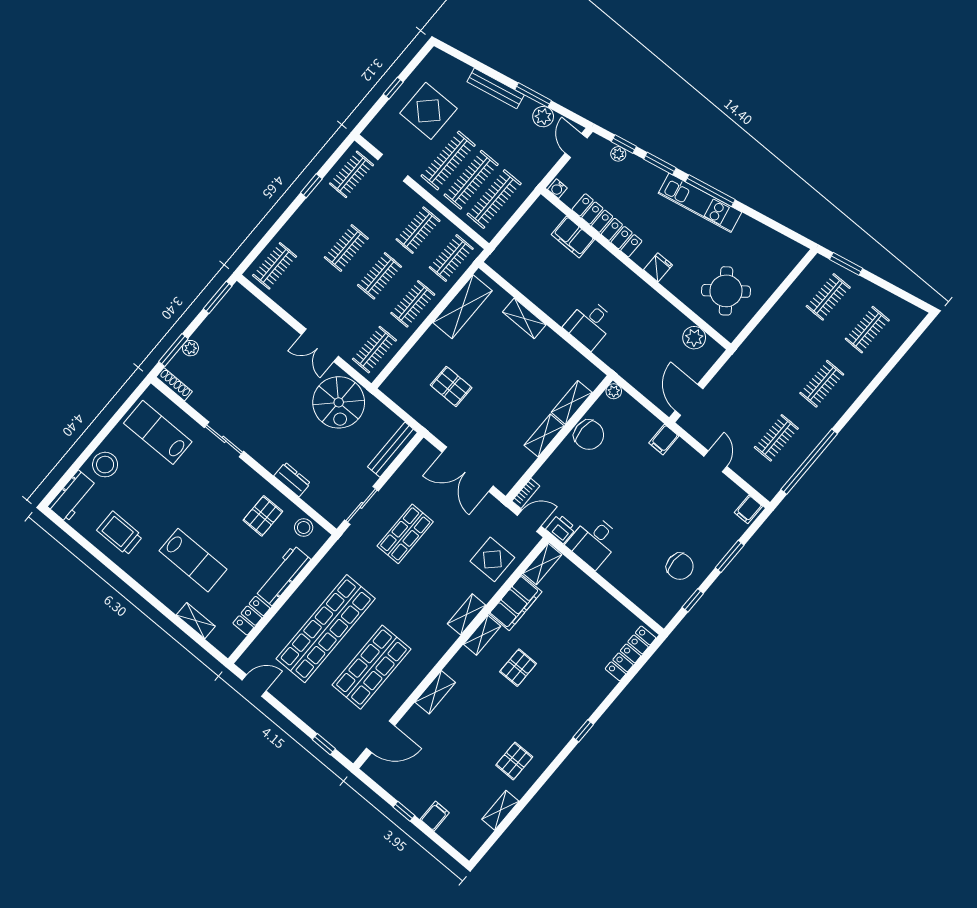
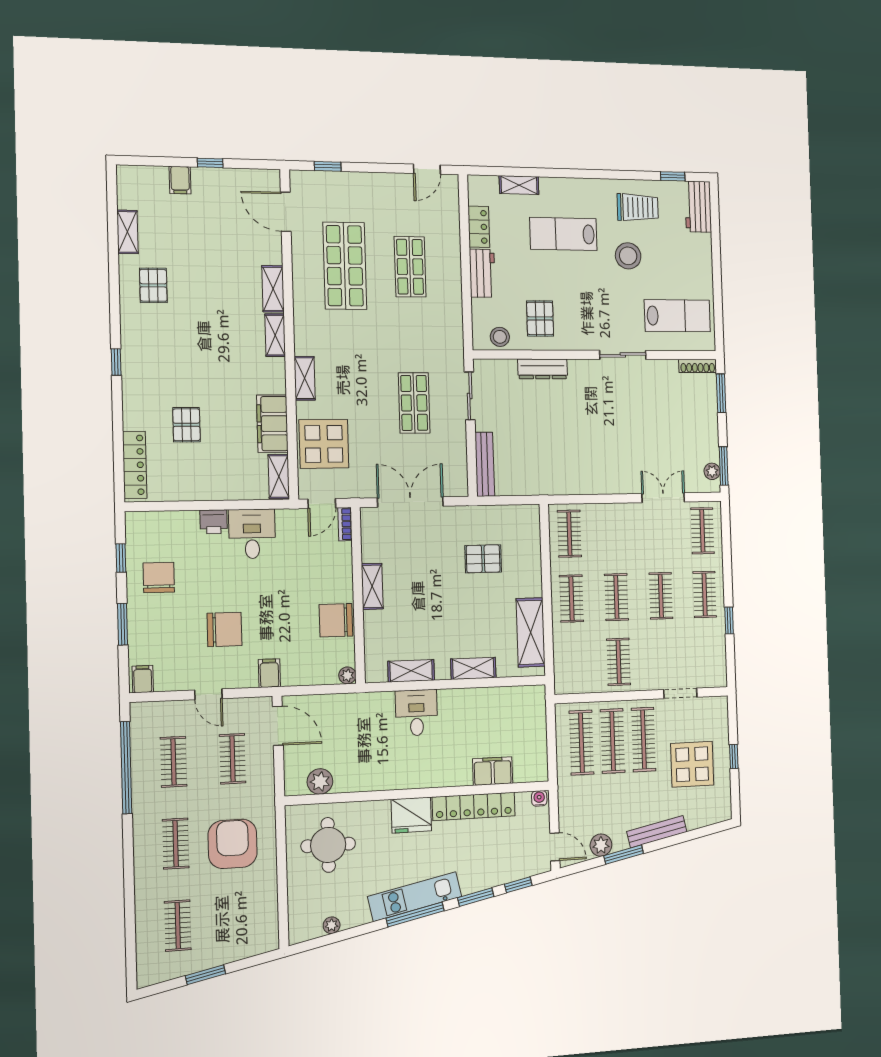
plant: (618, 154) -> (332, 925), moved
clothes rail: (352, 174) -> (705, 594), moved
clothes rail: (451, 258) -> (574, 664), removed
window: (846, 264) -> (205, 975), moved
fridge: (658, 267) -> (411, 815), width x1.88, depth x1.34
round table: (726, 291) -> (328, 845), turned 38
clothes rail: (828, 297) -> (233, 759), moved
double door: (320, 345) -> (663, 498), moved
plant: (190, 348) -> (712, 471), moved
armchair: (786, 350) -> (233, 844), added
spiral stairs: (339, 402) -> (560, 465), removed
shelving: (572, 402) -> (411, 671), moved, turned 90
stool: (105, 465) -> (628, 256), moved
dresser: (292, 480) -> (543, 369), width x1.44
chair: (668, 495) -> (224, 629), added
printer: (561, 529) -> (214, 522), moved
window: (73, 533) -> (673, 176), added
display table: (492, 559) -> (324, 444), width x1.36, depth x1.36
chair: (680, 566) -> (159, 577), turned 90
workbench: (283, 575) -> (482, 273), width x0.73
shop shelf: (326, 629) -> (410, 267), width x0.50, depth x0.74
shelving: (482, 635) -> (275, 335), moved
pallet: (518, 668) -> (186, 425), moved
door: (381, 737) -> (286, 212), hinge flipped

